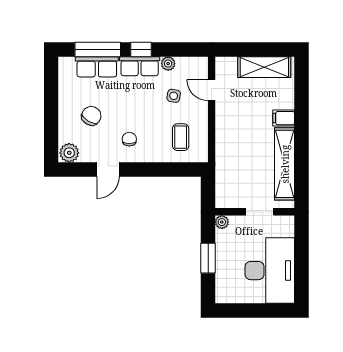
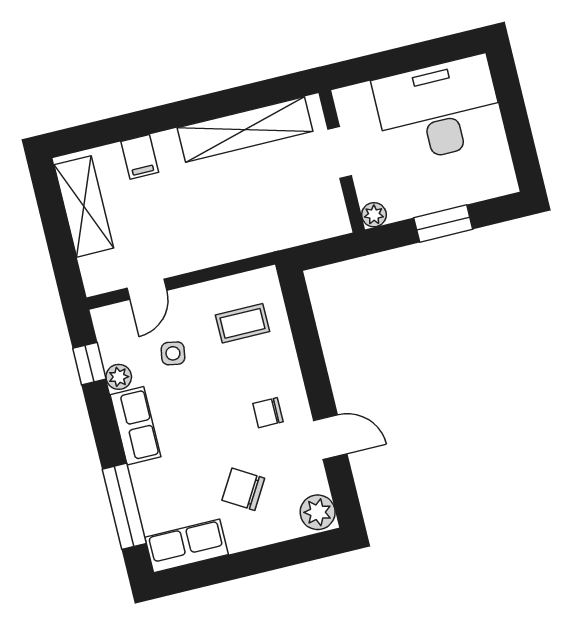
window: (141, 50) -> (89, 364), moved
row of seats: (97, 67) -> (187, 546), moved, turned -90
filing cabinet: (284, 118) -> (140, 157), moved

